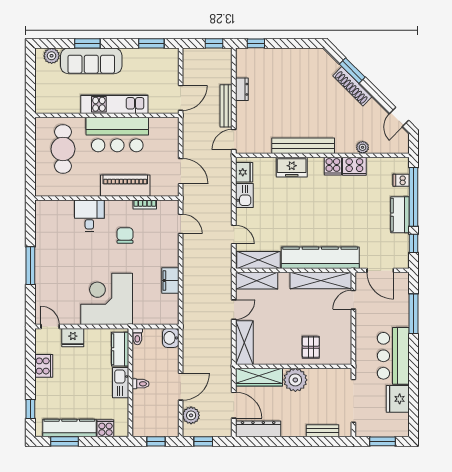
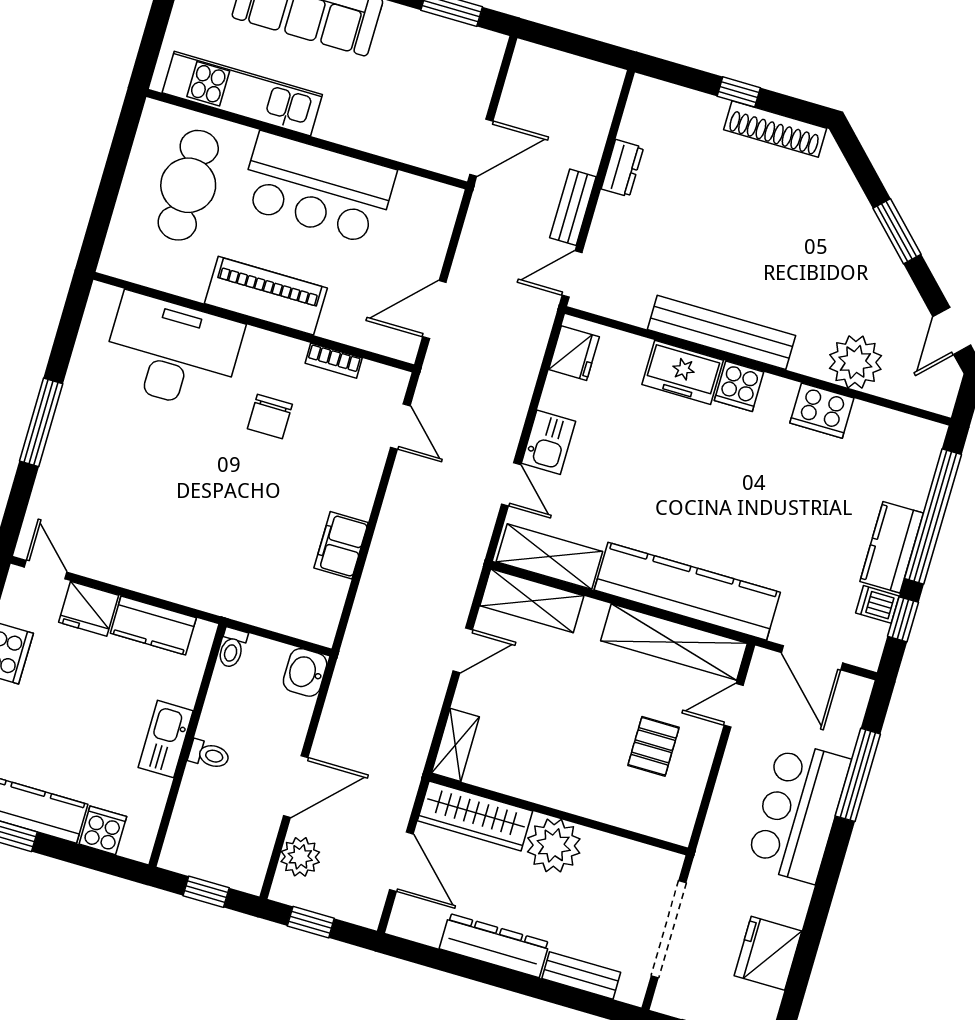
window: (214, 43) -> (590, 49), removed
window: (256, 43) -> (739, 92), moved
window: (352, 71) -> (897, 231), moved
shoe rack: (352, 86) -> (775, 129), moved, turned -45
kitchen unit: (114, 104) -> (242, 94), moved
bench: (226, 106) -> (573, 207), width x0.73
plant: (363, 147) -> (855, 362), width x1.88, depth x1.88
cooker: (333, 166) -> (739, 386), moved
door: (181, 171) -> (434, 310), swing flipped
dishwasher: (401, 180) -> (877, 604), moved
piano: (125, 186) -> (266, 296), moved
kitchen sink: (244, 195) -> (549, 442), moved
desk: (89, 216) -> (172, 352), width x1.87, depth x1.30
chair: (125, 236) -> (270, 417), turned 180
corner desk: (107, 299) -> (189, 545), removed
shelving: (244, 343) -> (455, 745), width x0.67, depth x0.75
pallet: (311, 347) -> (653, 746), moved
kitchen counter: (120, 349) -> (153, 626), moved, turned -90
bar counter: (393, 356) -> (798, 812), moved
dresser: (258, 429) -> (494, 946), moved

